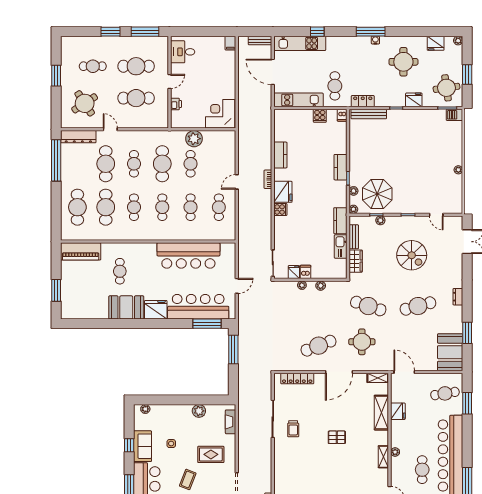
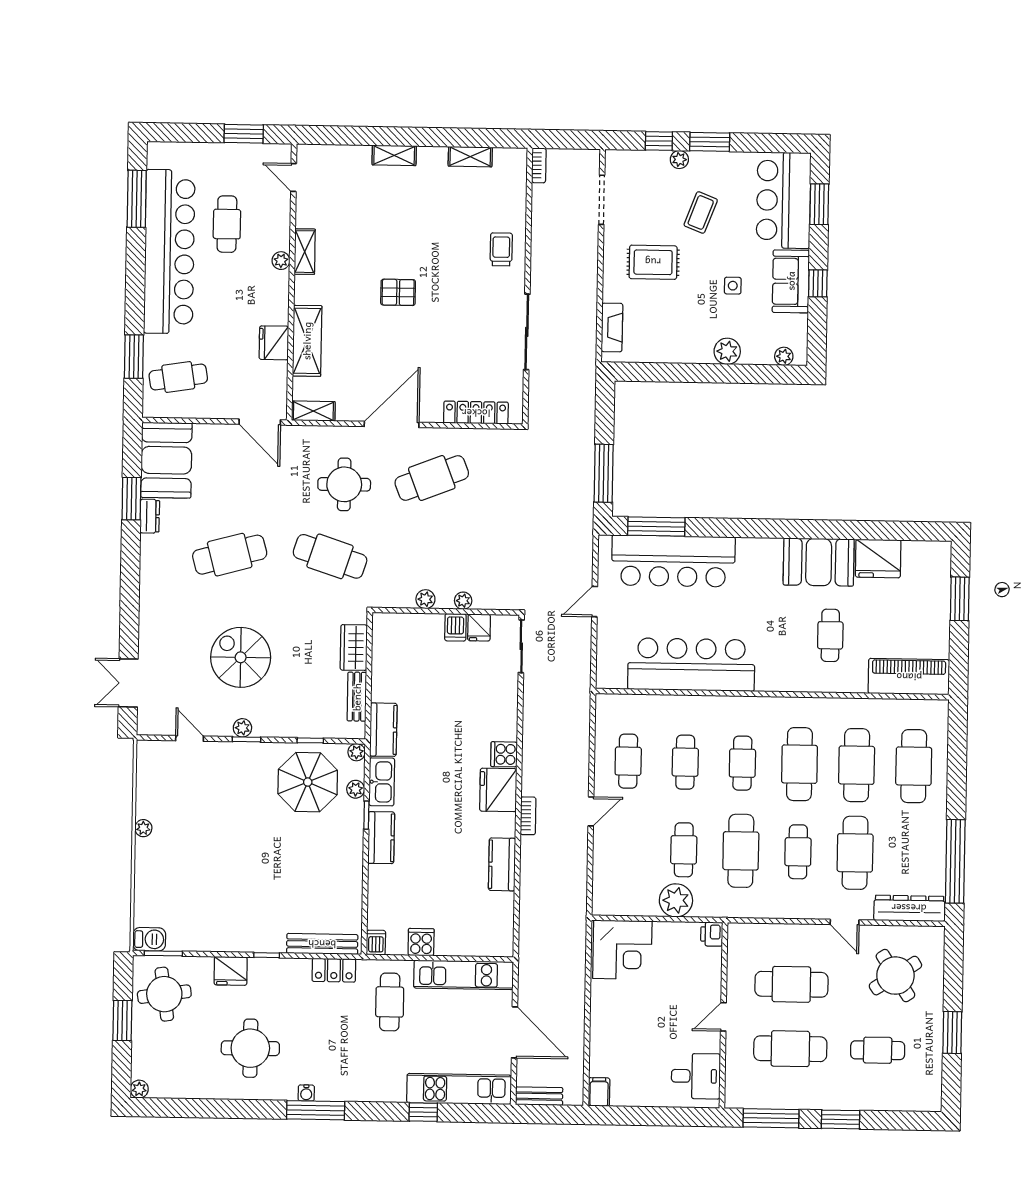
fridge: (436, 43) -> (185, 1084), removed
printer: (176, 104) -> (712, 934), moved
cafe table: (134, 207) -> (799, 764), width x1.37, depth x1.35
plant: (380, 220) -> (242, 728), moved
kitchen sink: (341, 246) -> (382, 782), moved
dresser: (458, 297) -> (150, 516), moved
fridge: (156, 310) -> (878, 559), moved
plant: (199, 411) -> (727, 351), moved
trolley: (293, 429) -> (501, 249), moved

